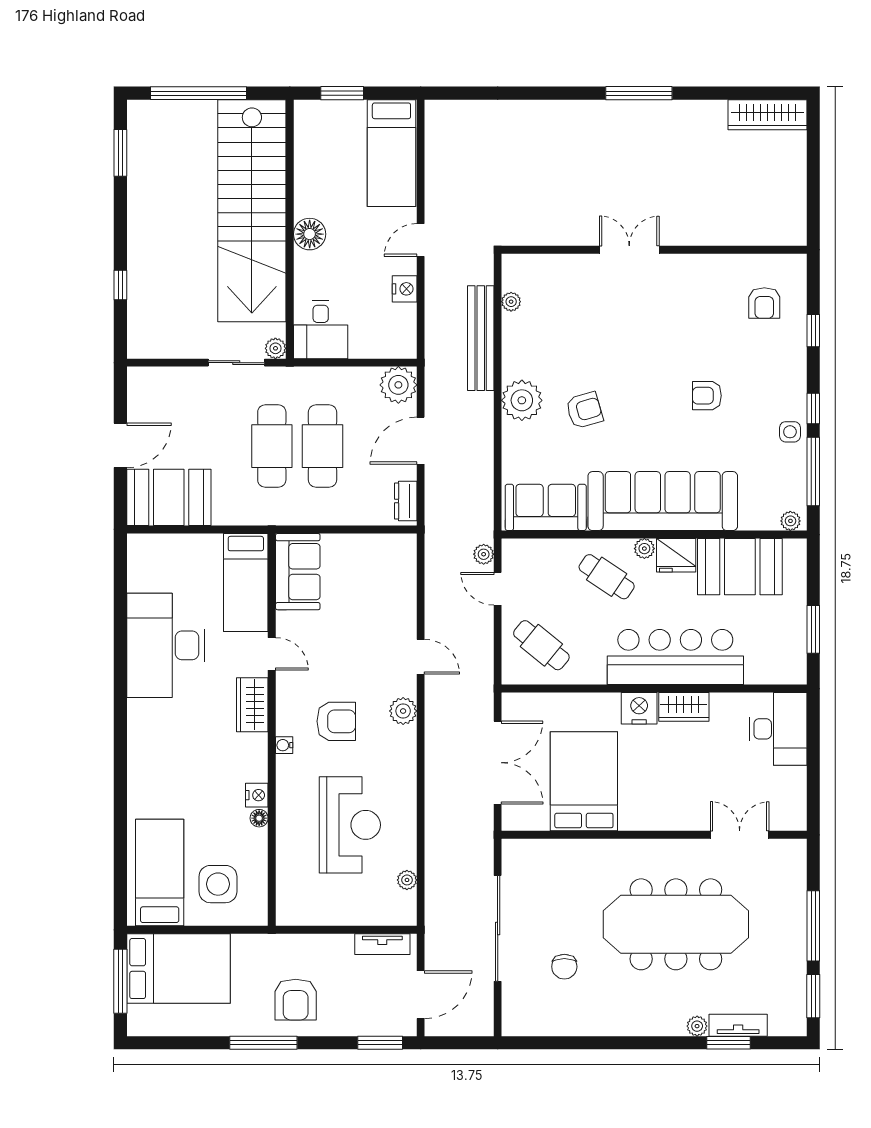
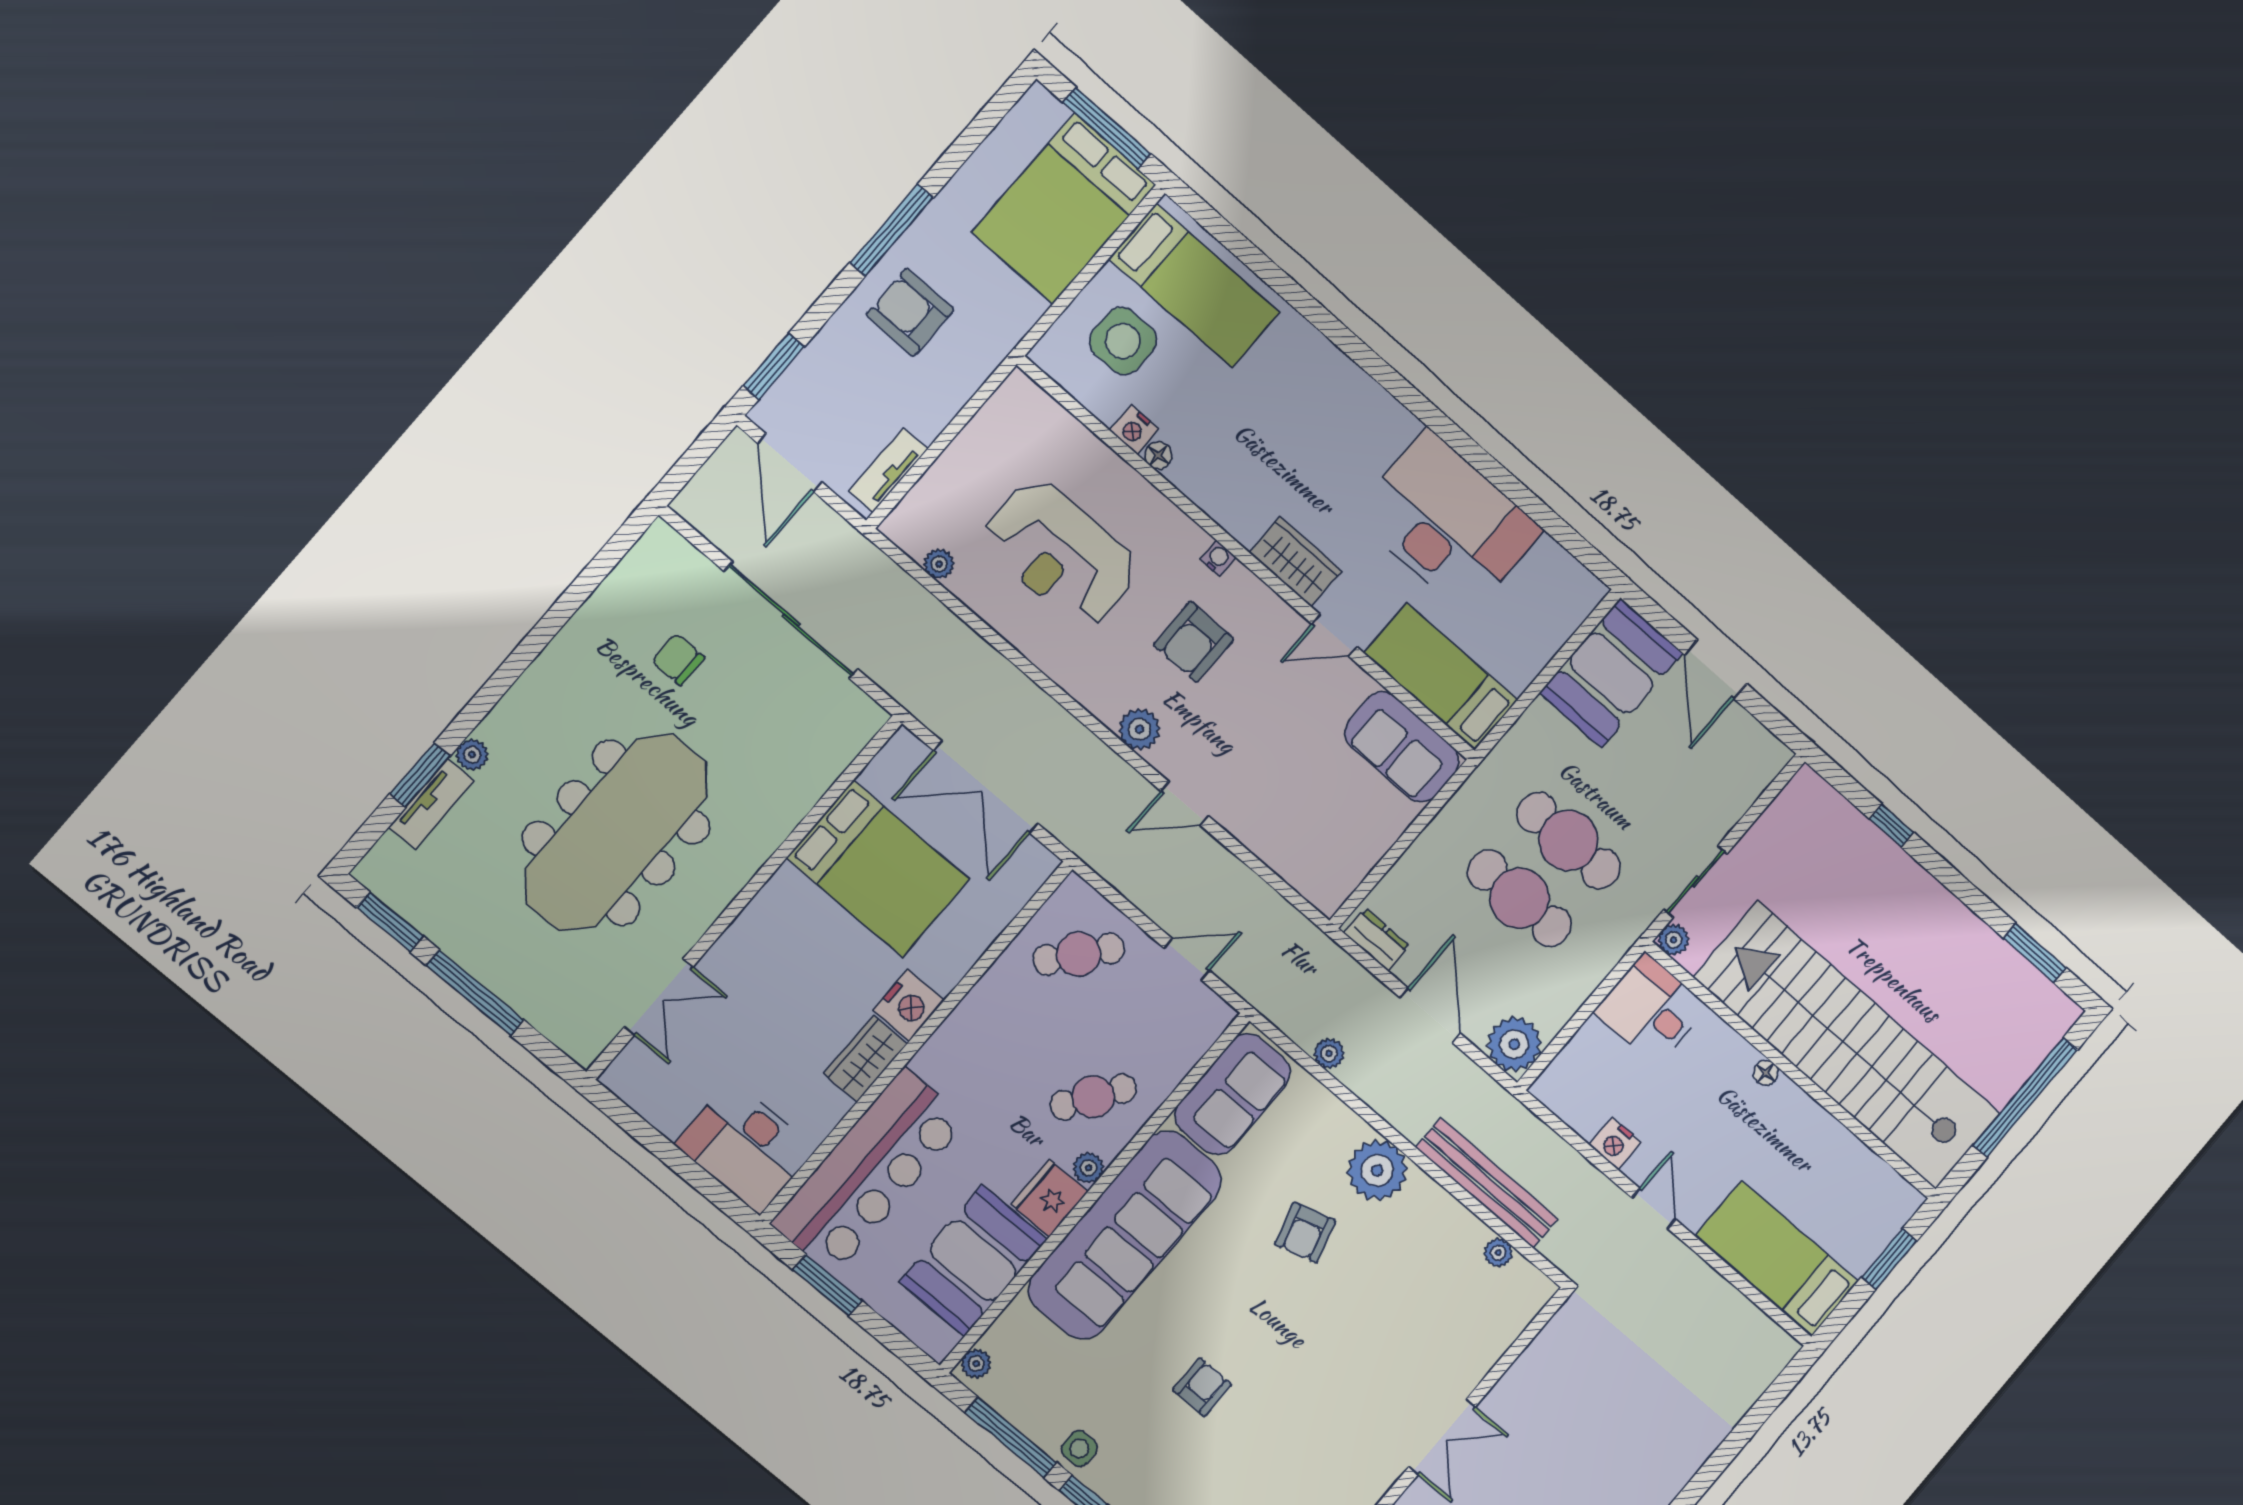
floor lamp: (310, 234) -> (1766, 1073), width x0.53, depth x0.53
plant: (484, 554) -> (1329, 1053), moved
bar counter: (675, 657) -> (869, 1172), moved
nightstand: (257, 795) -> (1134, 429), moved

